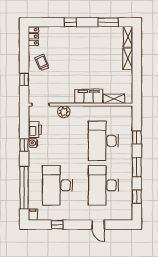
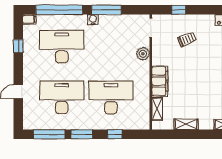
shelving: (128, 59) -> (186, 124), moved
trolley: (42, 62) -> (187, 39), moved
printer: (35, 130) -> (123, 22), removed
water cooler: (33, 143) -> (93, 20), moved
window: (24, 145) -> (106, 10), width x2.17
window: (137, 197) -> (49, 134), width x2.17

